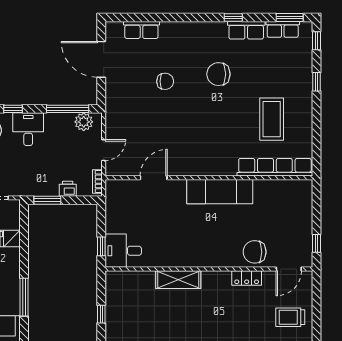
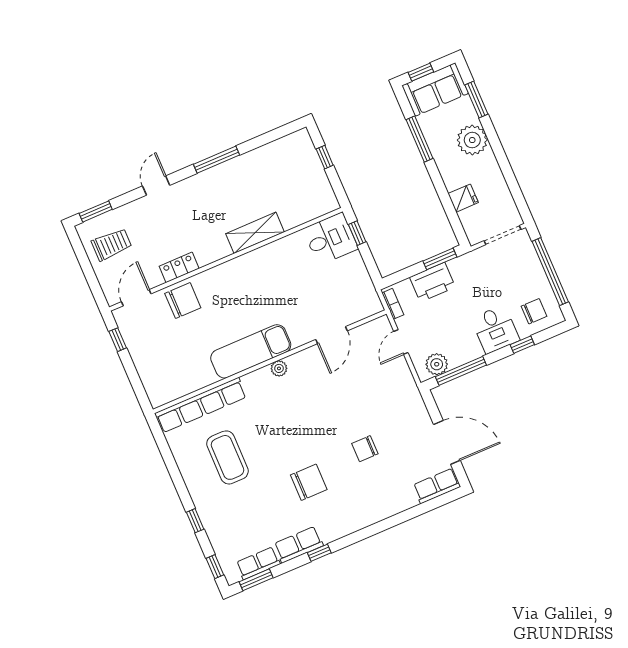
row of seats: (141, 30) -> (437, 486), moved
plant: (204, 170) -> (279, 368), added
printer: (68, 189) -> (433, 282), width x1.87, depth x1.48

